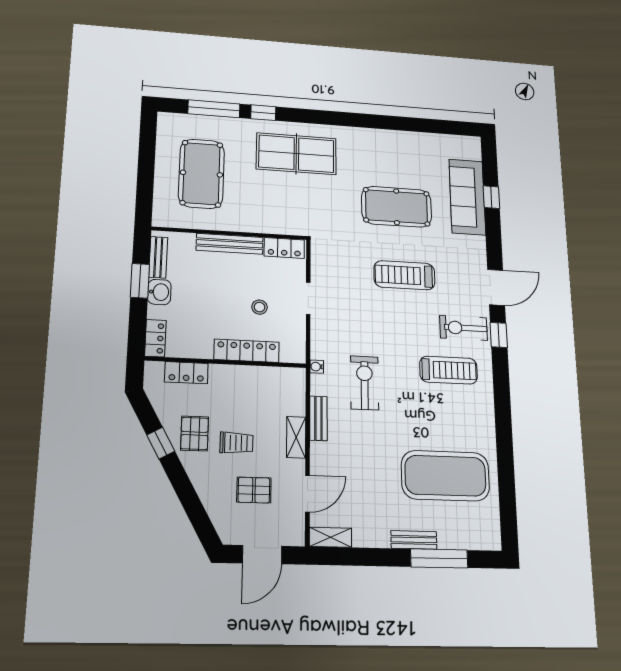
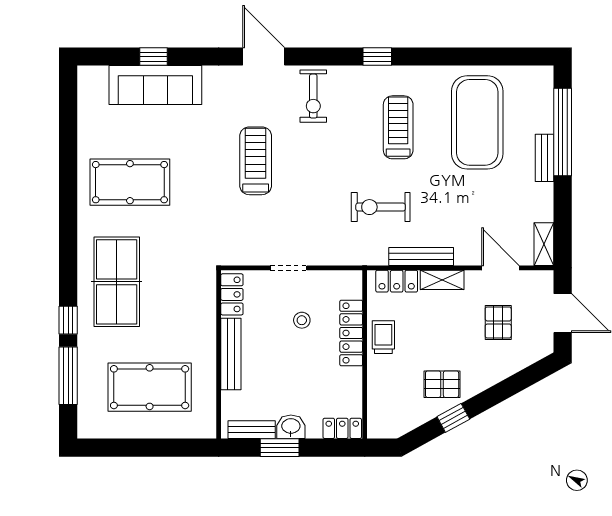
pool table: (397, 207) -> (130, 182), moved, turned 90
treadmill: (404, 275) -> (256, 161), turned 180
window: (499, 335) -> (377, 57), moved
water cooler: (317, 367) -> (365, 258), removed
treadmill: (449, 370) -> (398, 127), moved
locker: (186, 373) -> (397, 281), moved, turned 90
bench: (318, 418) -> (421, 256), width x1.36
trolley: (237, 443) -> (383, 337), moved
window: (439, 558) -> (563, 132), width x1.46

